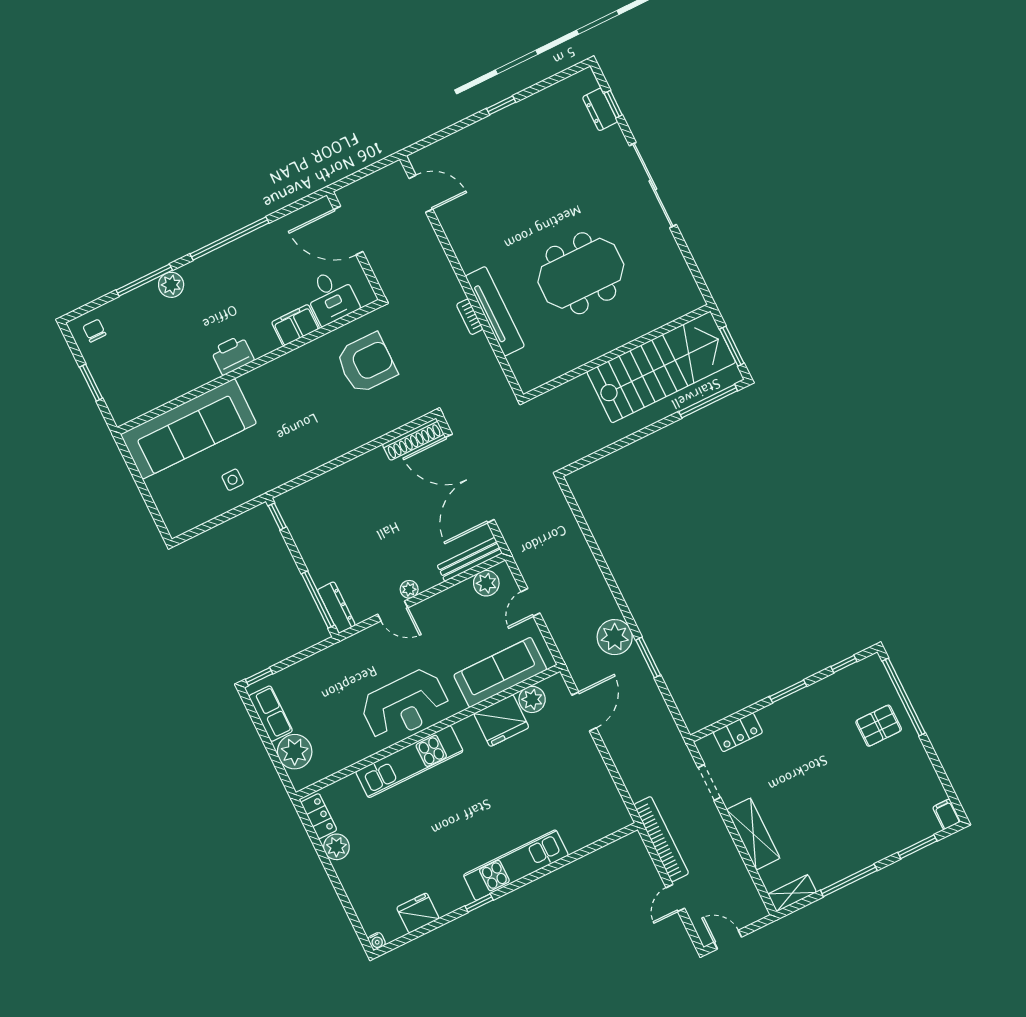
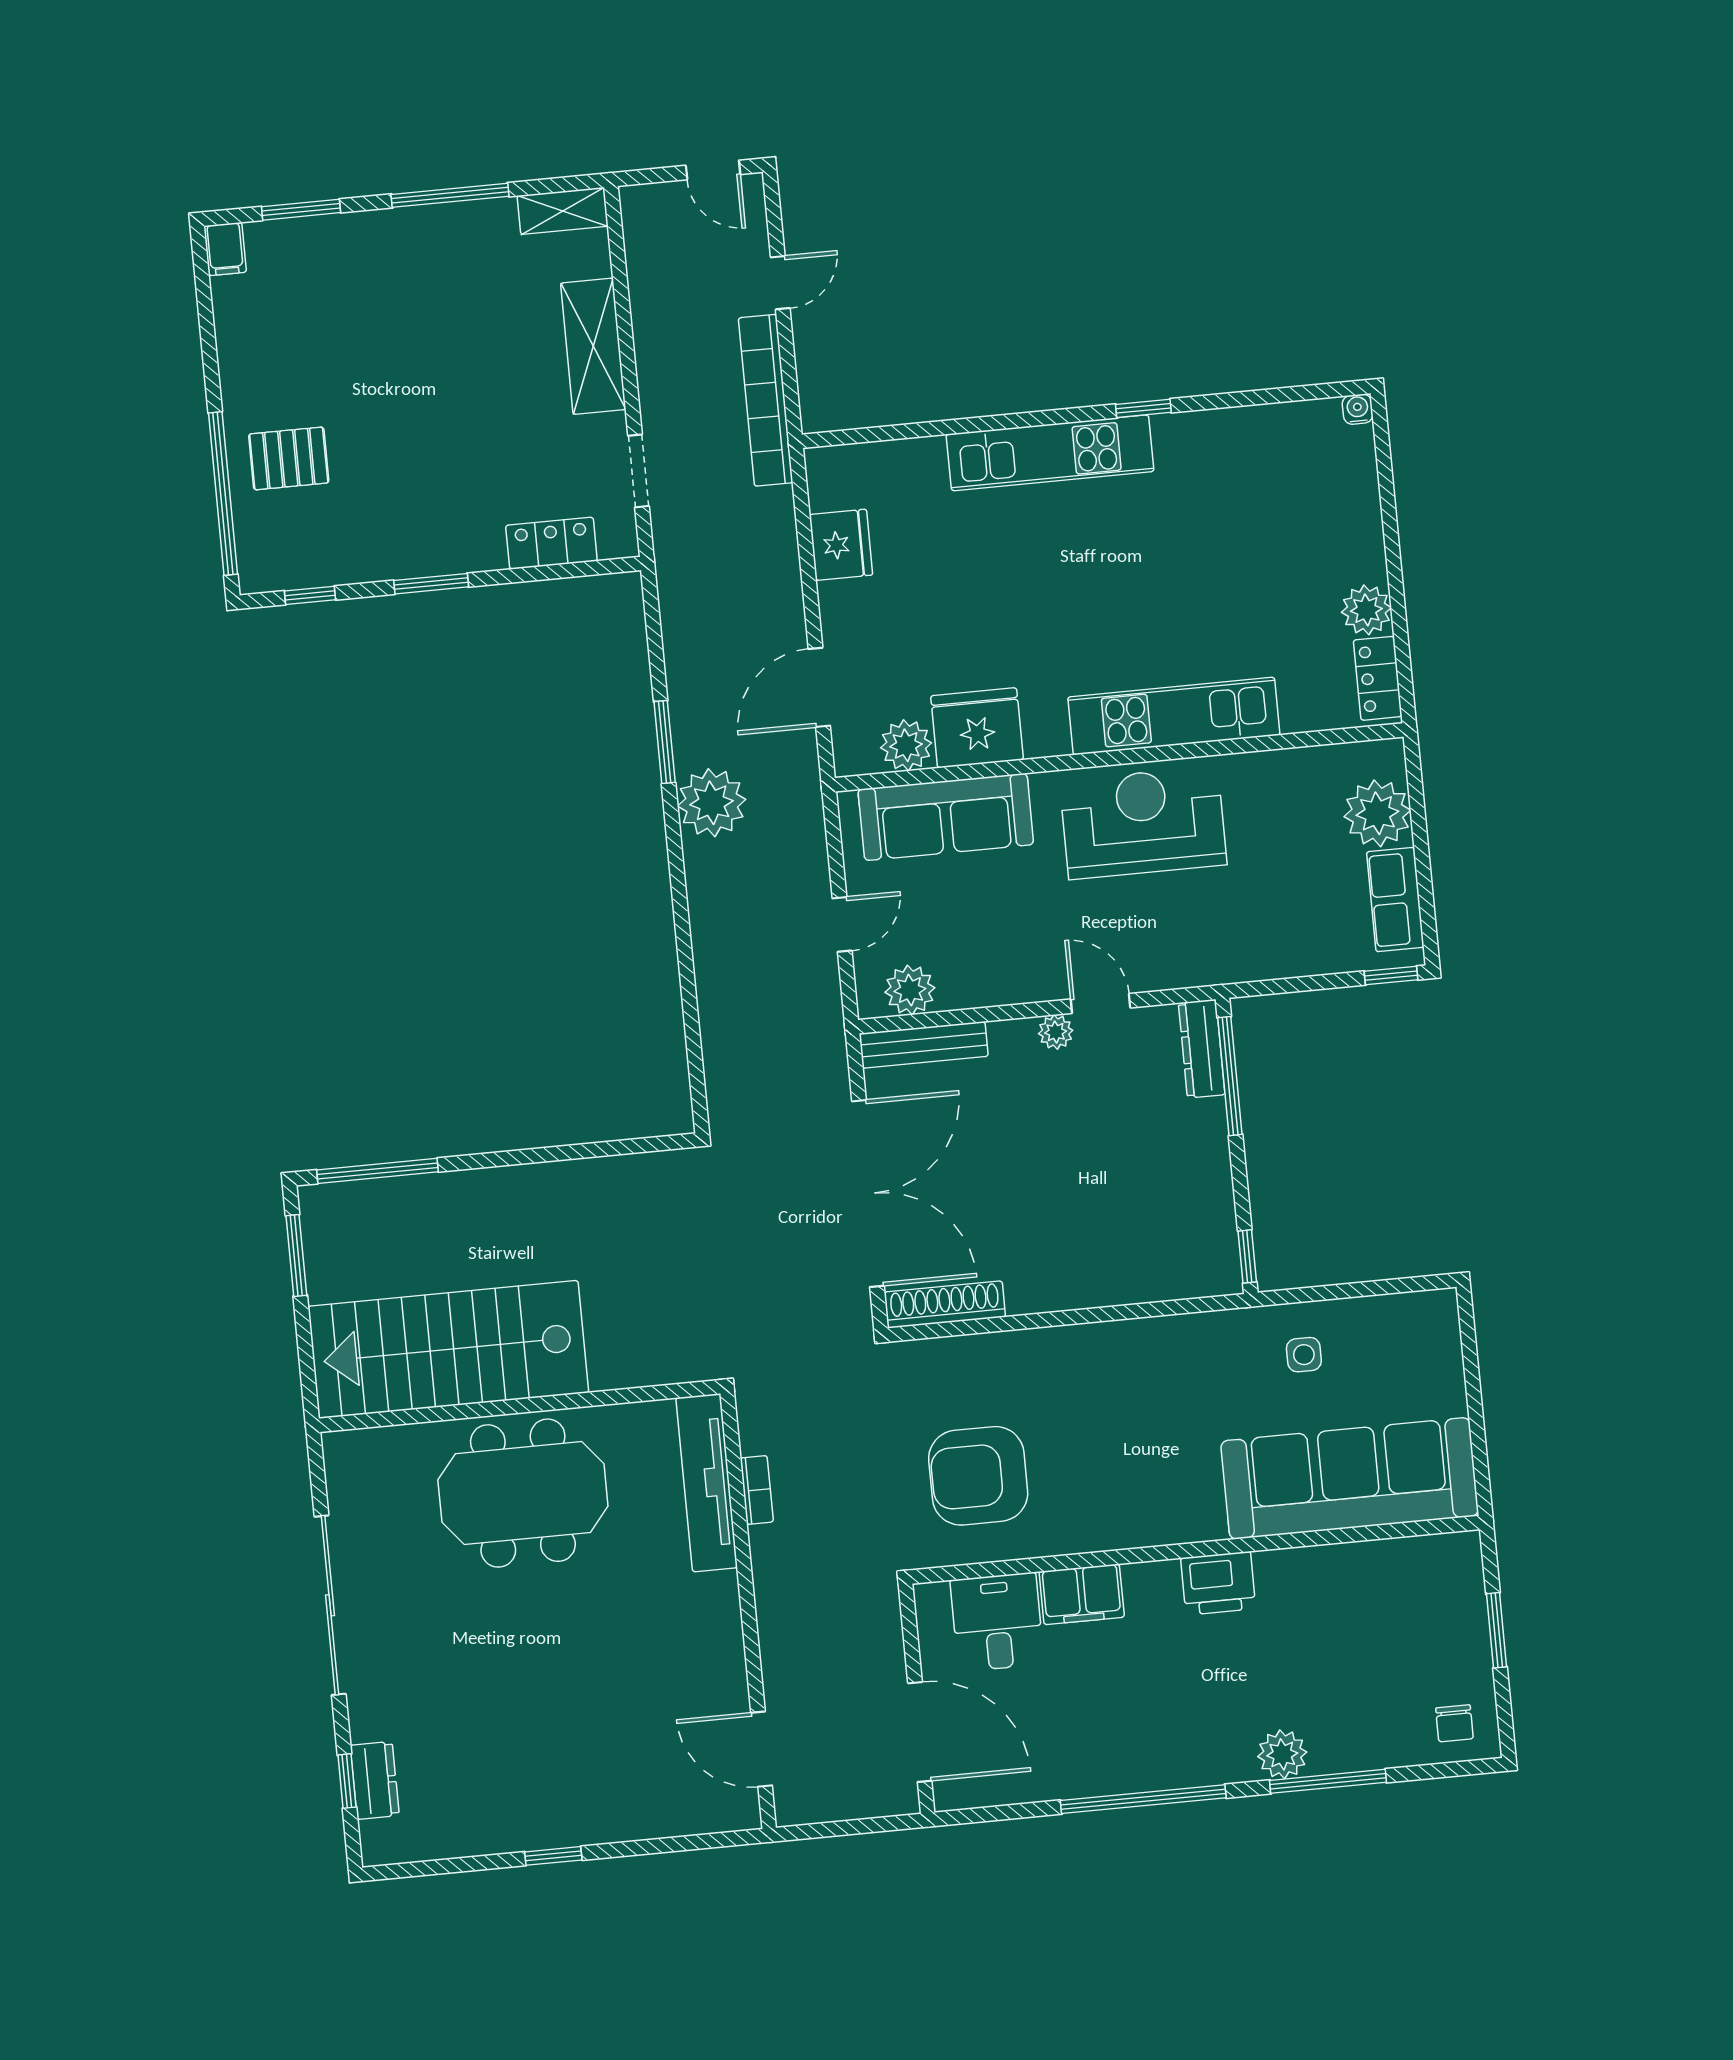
wall: (617, 353) -> (520, 1406), moved
stairs: (661, 367) -> (448, 1349), moved
fridge: (418, 913) -> (841, 545), moved, turned -90

